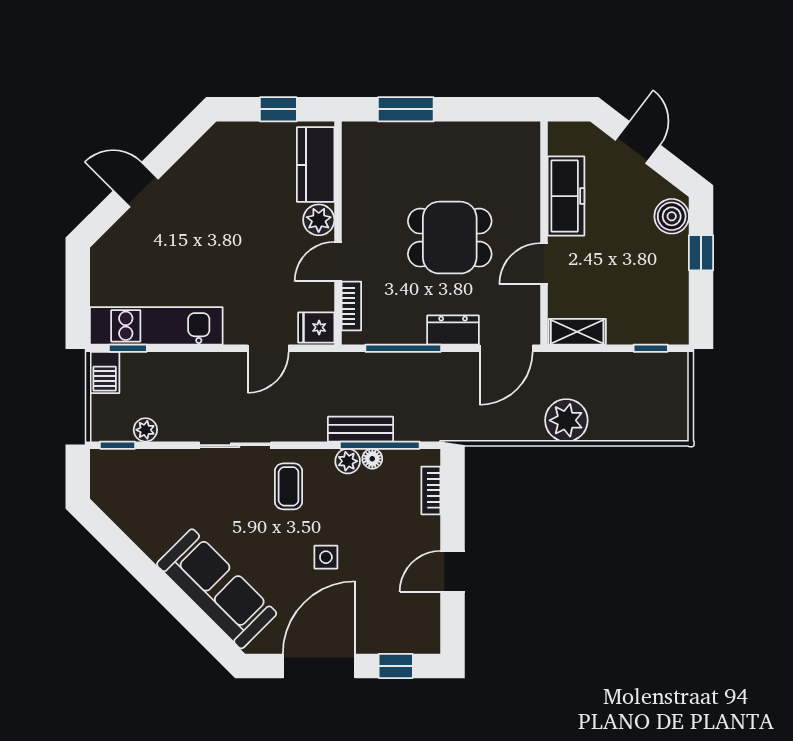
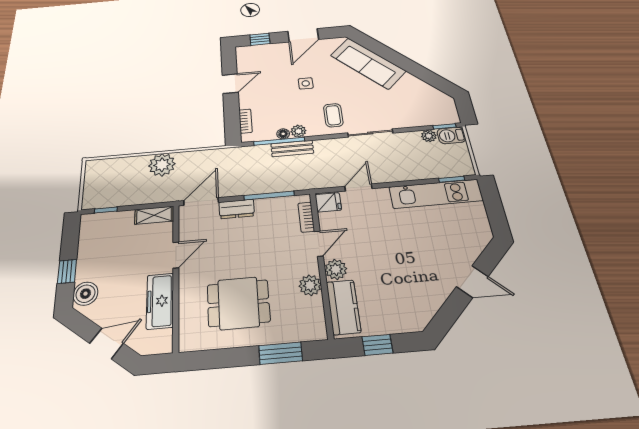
door: (638, 143) -> (106, 343), swing flipped
plant: (357, 200) -> (310, 285), added
dining table: (450, 238) -> (238, 303), moved
barbecue: (105, 372) -> (451, 135), moved, turned -90
door: (319, 666) -> (303, 35), width x0.73

